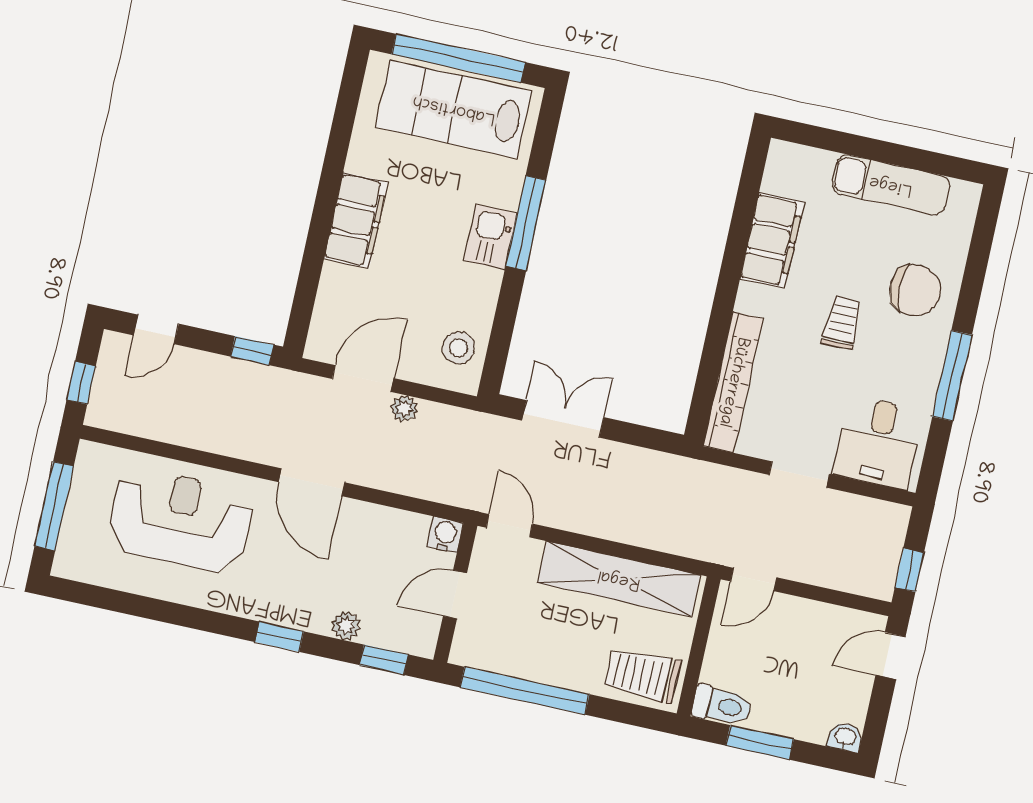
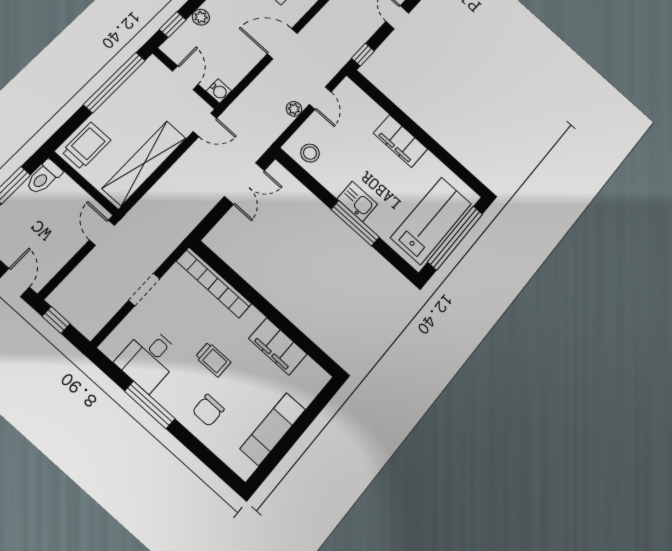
chair: (915, 290) -> (208, 410), width x0.73, depth x0.73
door: (363, 379) -> (320, 98), width x0.73
desk: (878, 443) -> (149, 359), moved, turned -90

